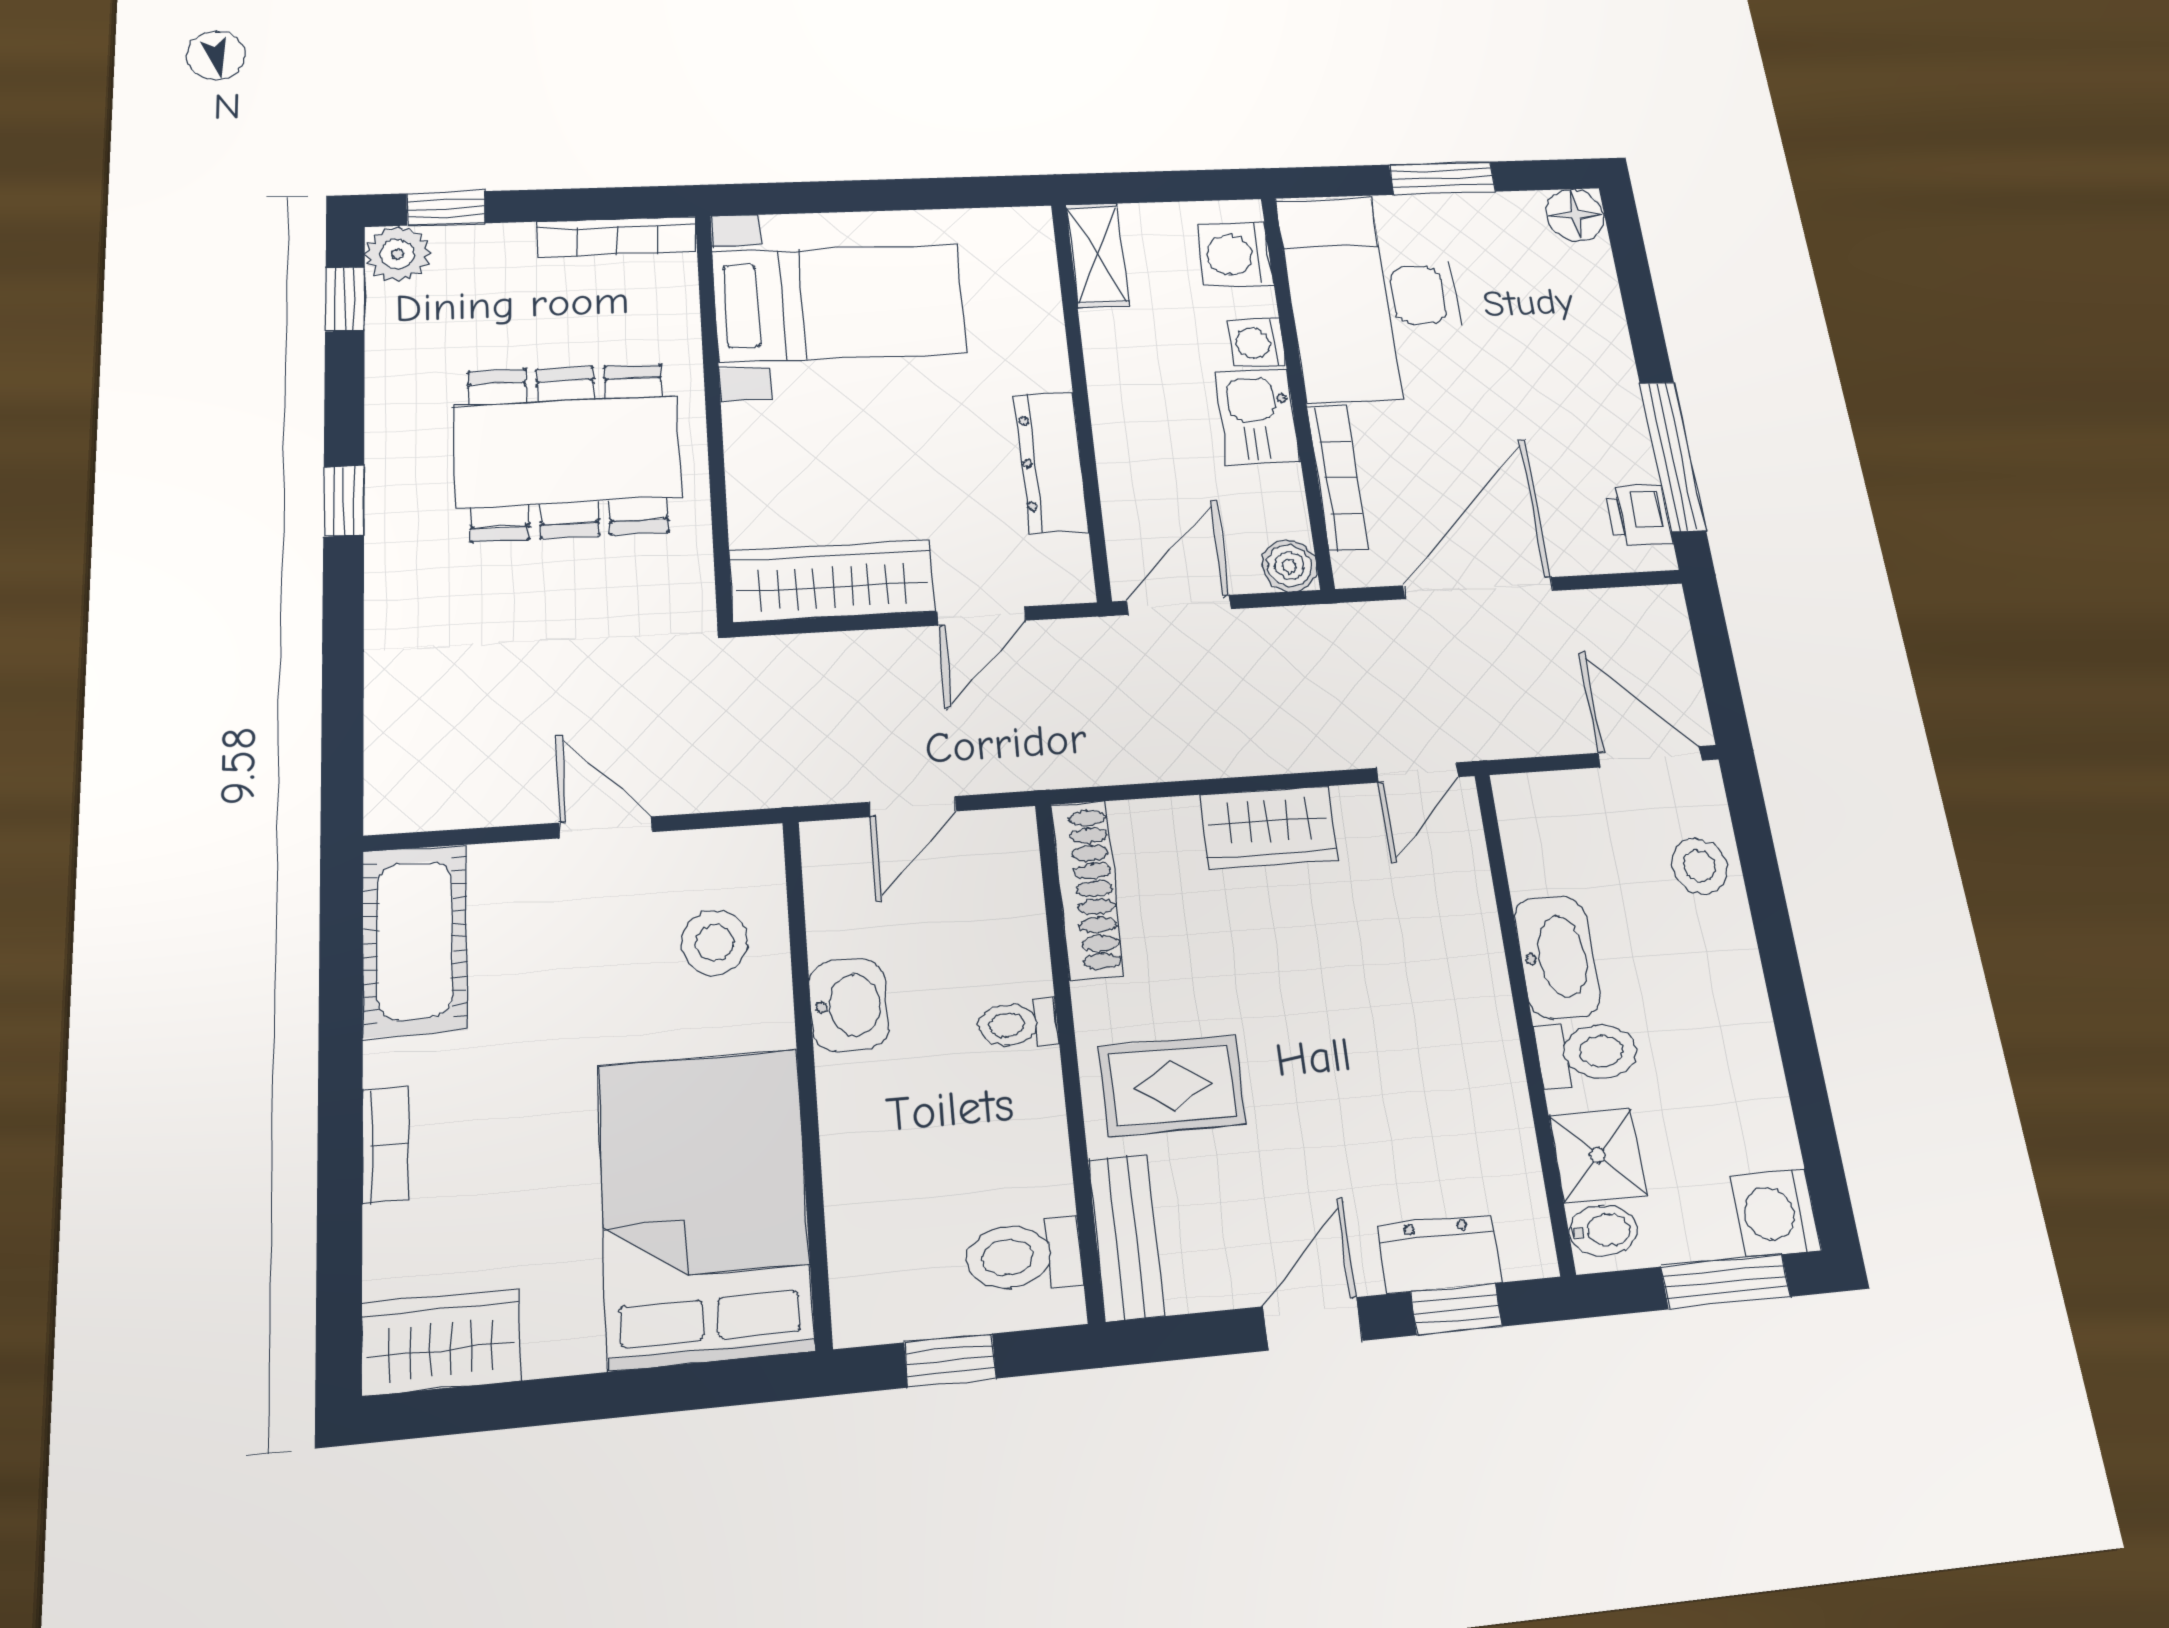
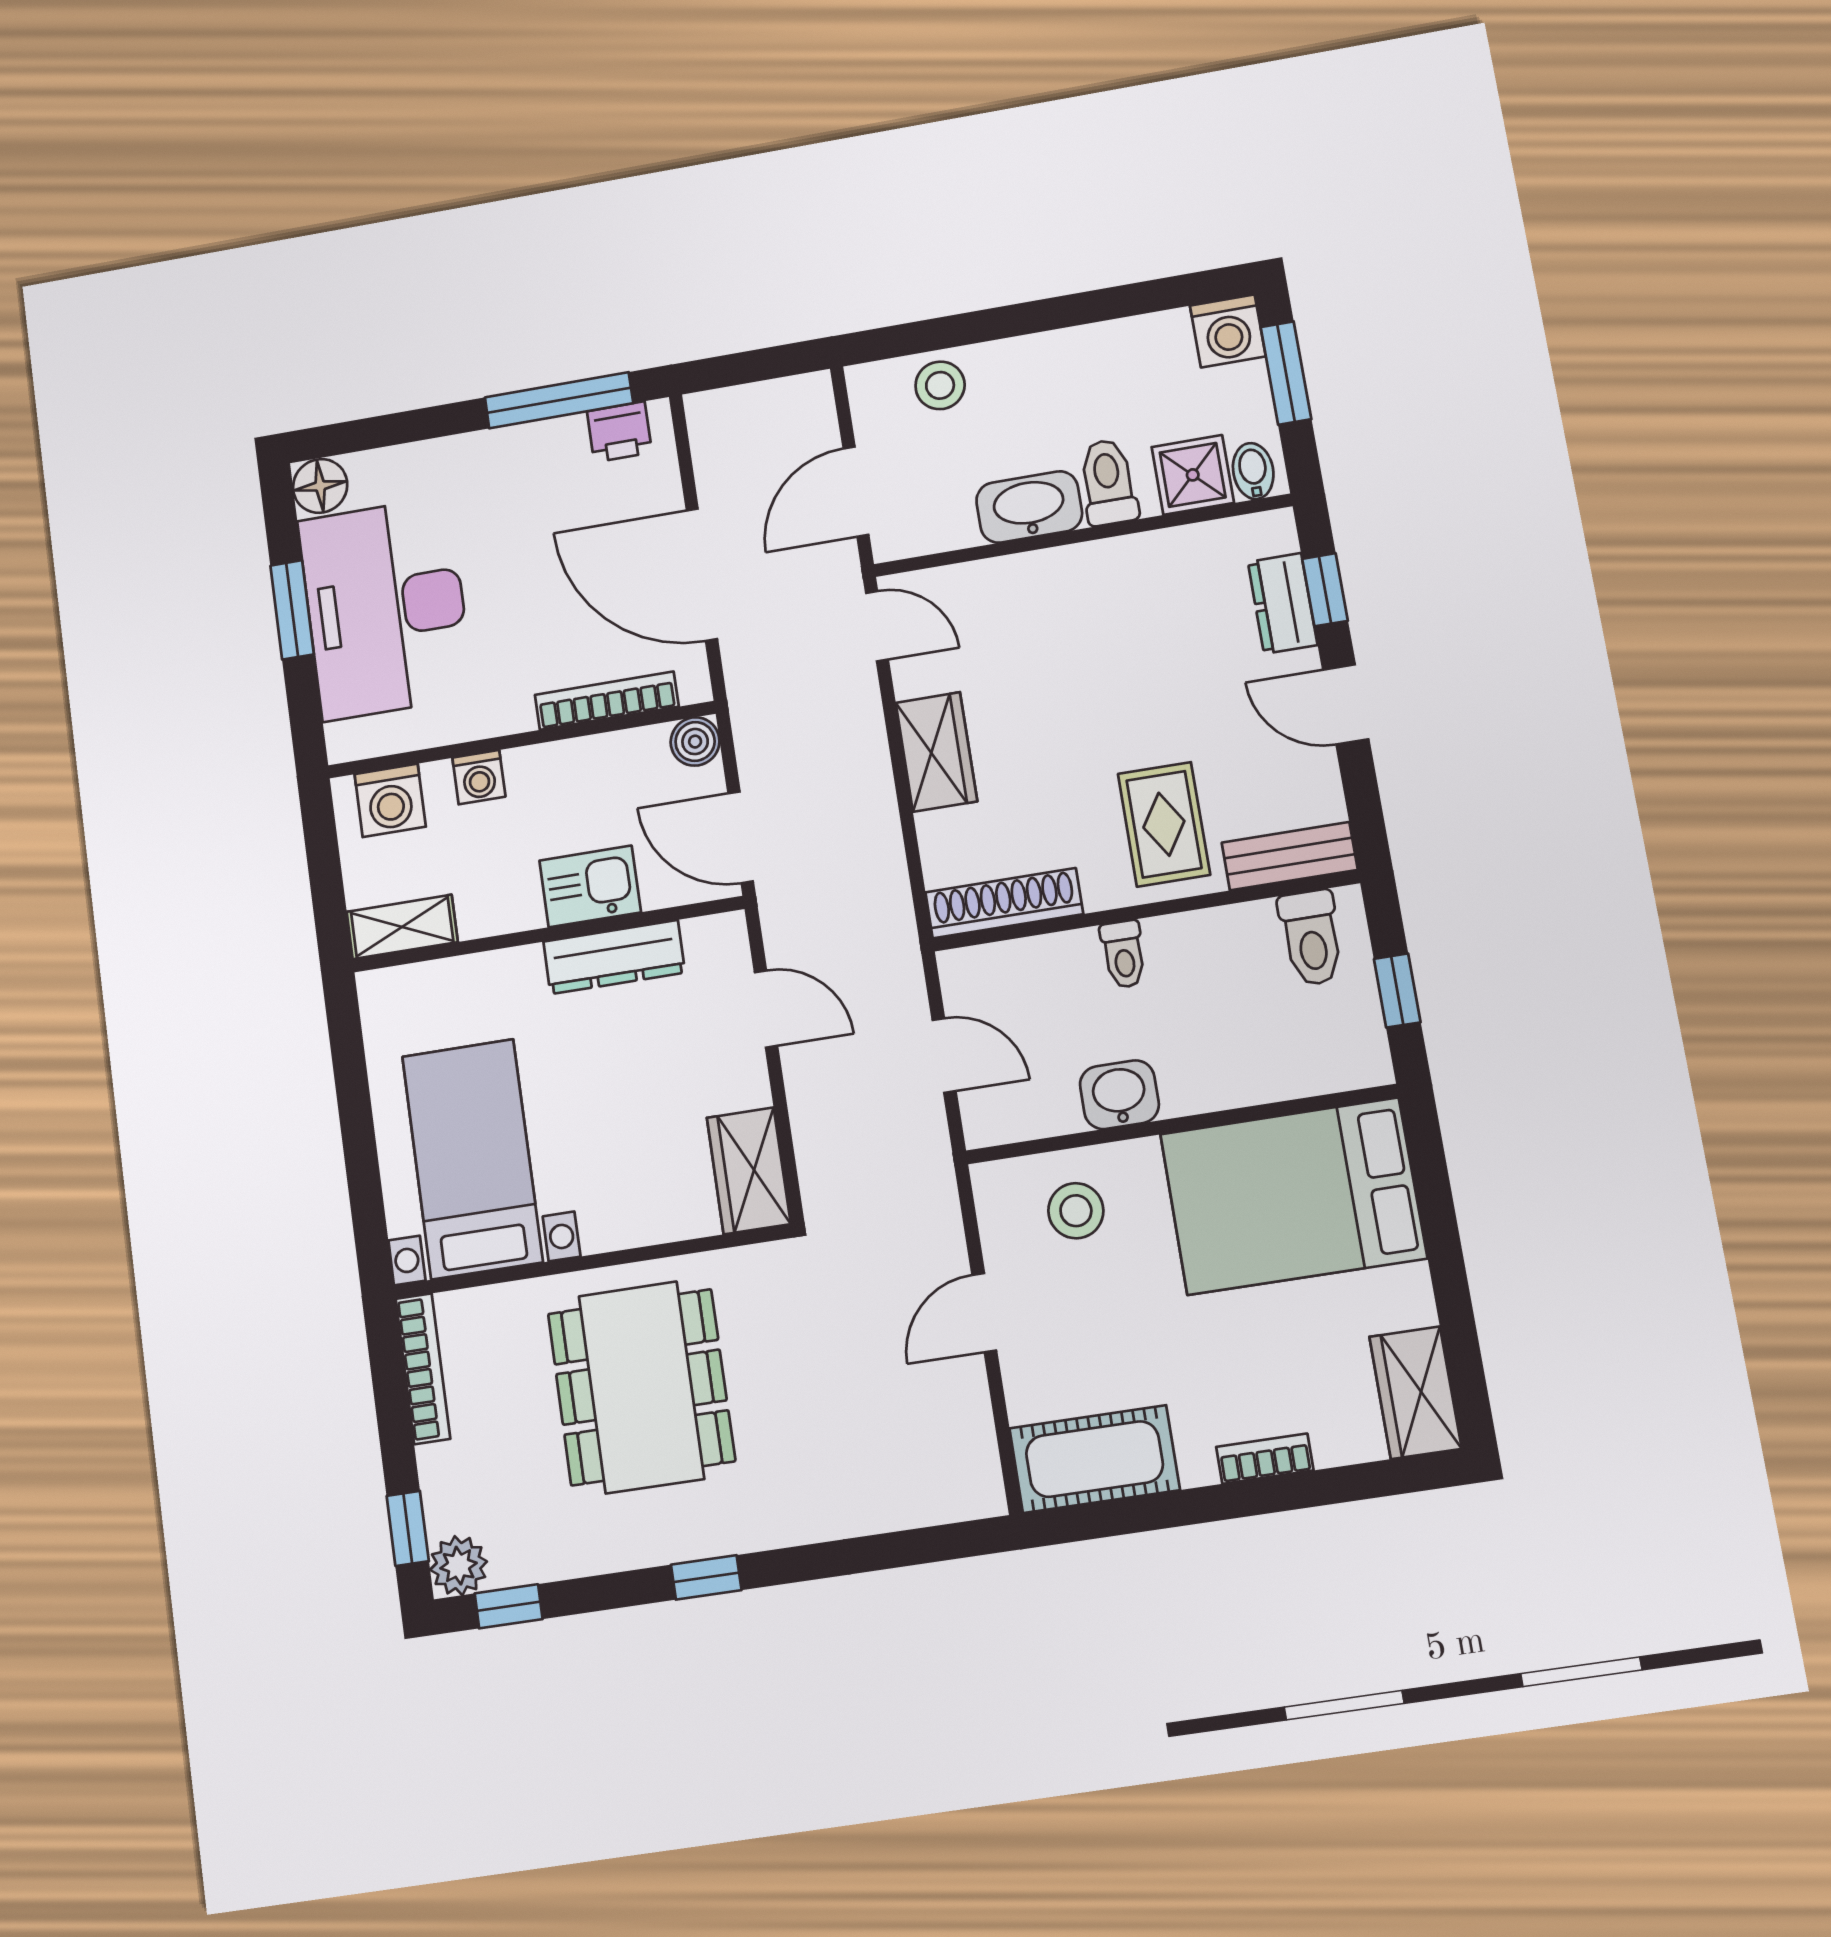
desk: (1374, 297) -> (386, 608), moved, turned 90
kitchen sink: (1257, 418) -> (590, 886), moved, turned 180
wardrobe: (832, 581) -> (749, 1171), width x0.67
door: (1650, 757) -> (856, 492), moved

